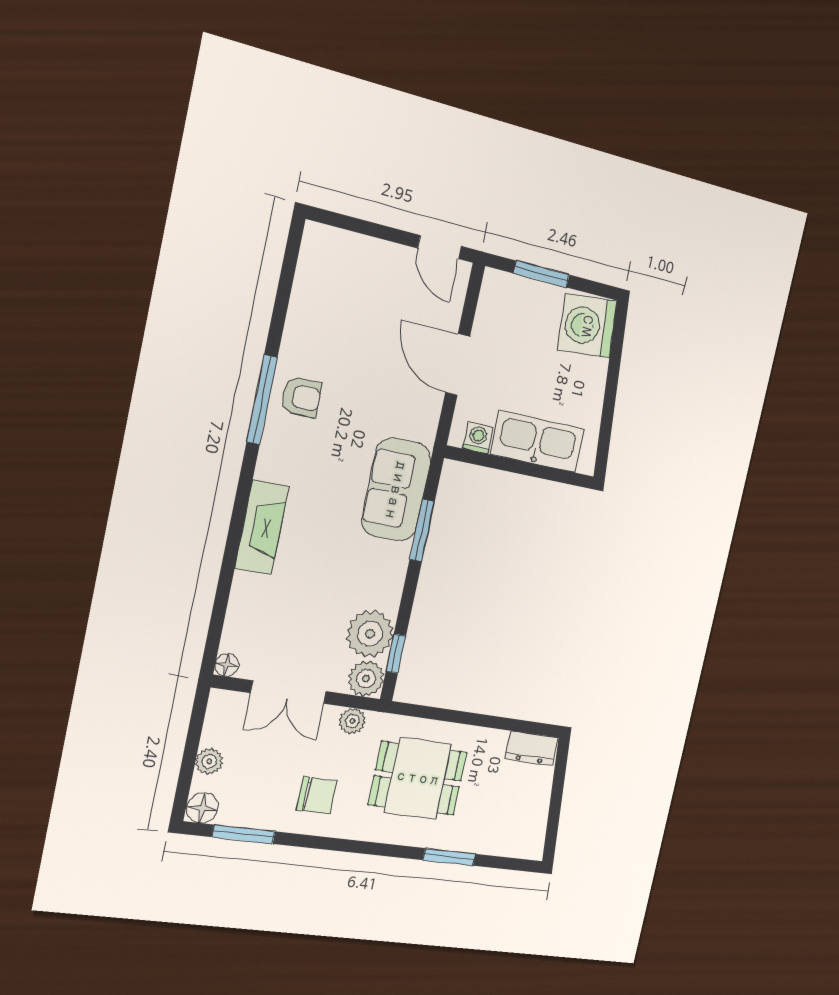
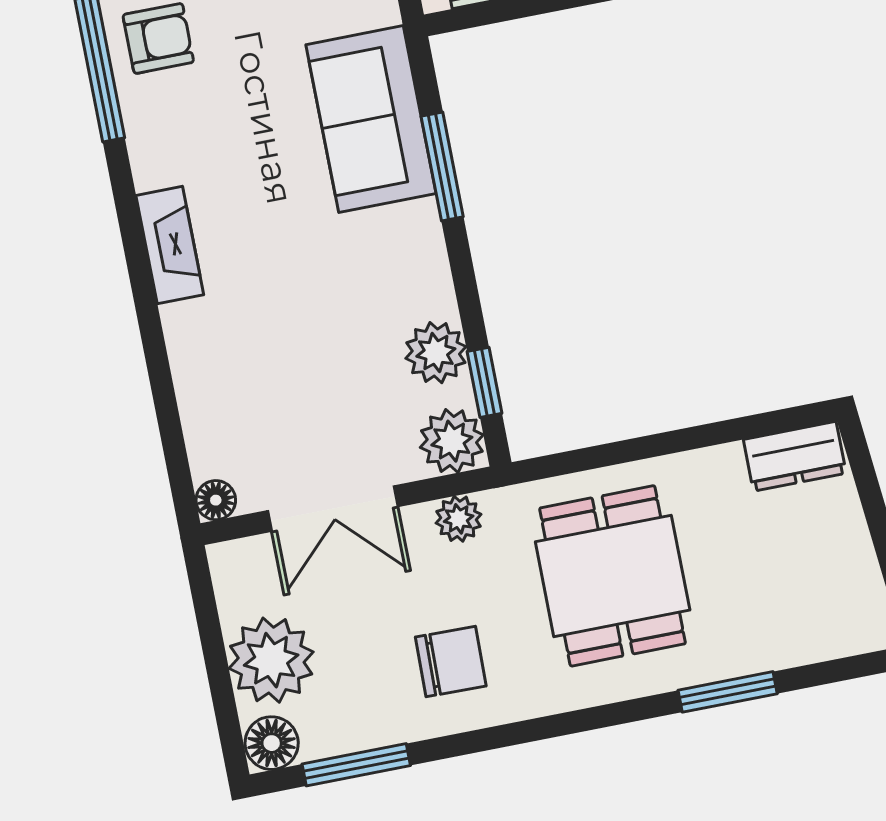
fireplace: (262, 527) -> (170, 245), width x0.73, depth x0.76
plant: (370, 634) -> (436, 353), width x0.73, depth x0.73
plant: (209, 761) -> (271, 660), width x1.87, depth x1.87
dining table: (418, 778) -> (613, 576), turned 90

